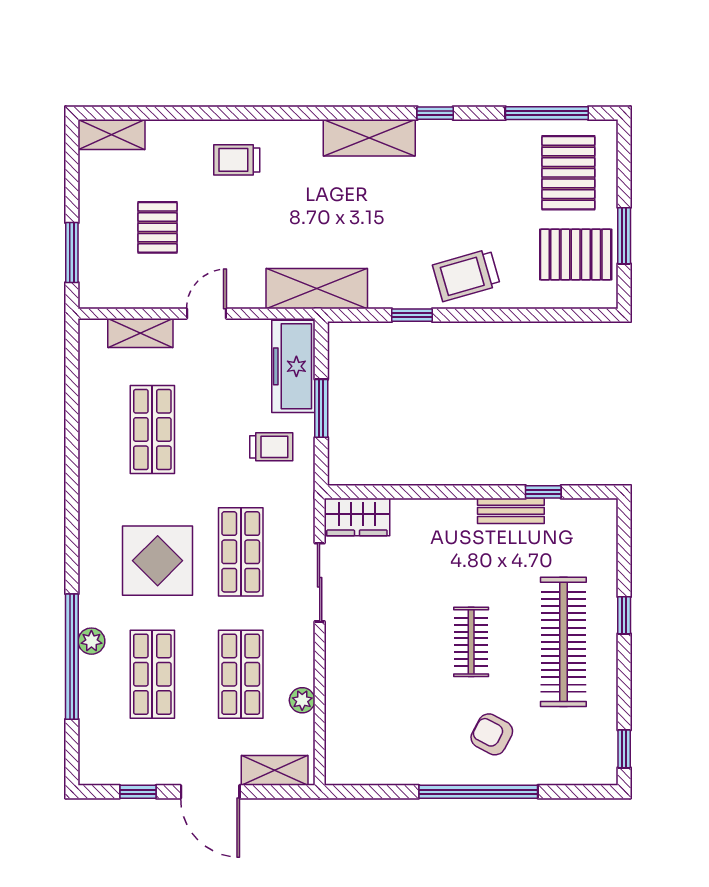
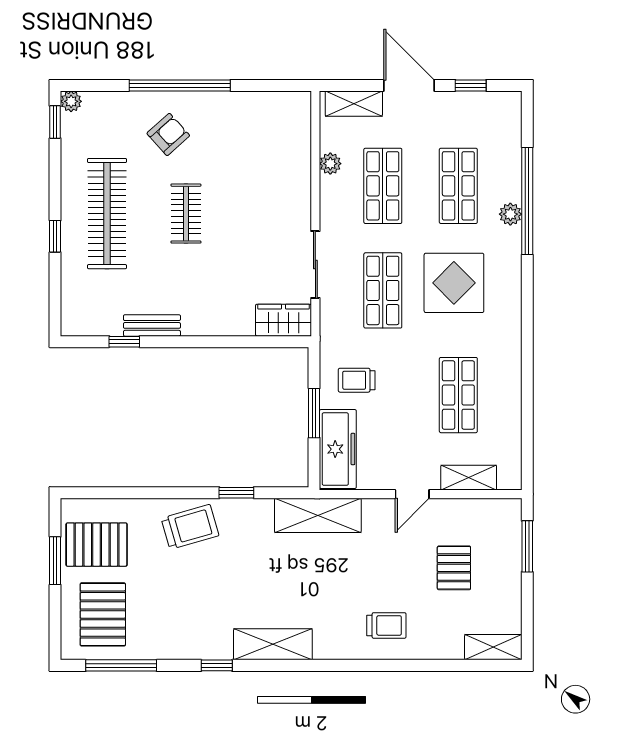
armchair: (492, 734) -> (168, 134), turned -70
plant: (605, 773) -> (71, 101), added

